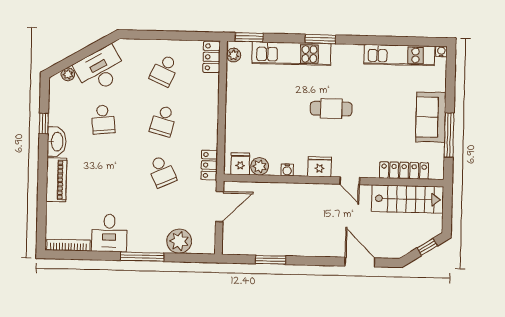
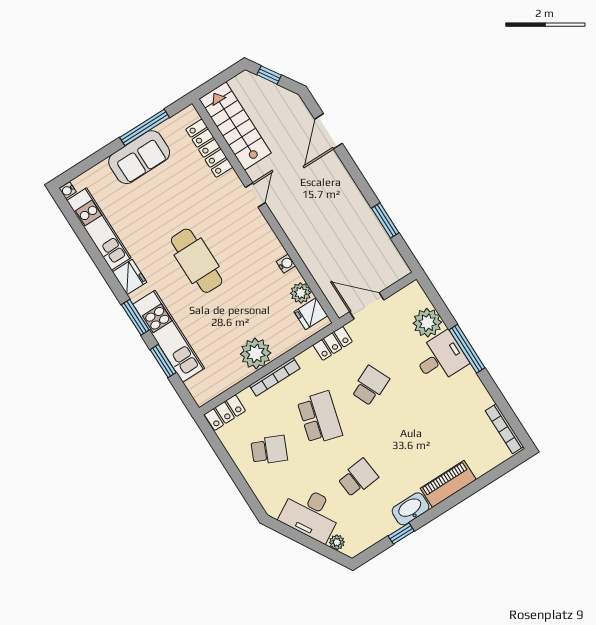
window: (249, 37) -> (163, 361), moved
plant: (234, 55) -> (256, 354), moved, width x1.87, depth x1.87
bookcase: (213, 109) -> (275, 377), added
cafe table: (331, 109) -> (197, 261), width x1.37, depth x1.35
school desk: (163, 121) -> (320, 418), width x1.85
fridge: (320, 167) -> (130, 277), moved, turned 180
desk: (109, 233) -> (441, 358), moved

